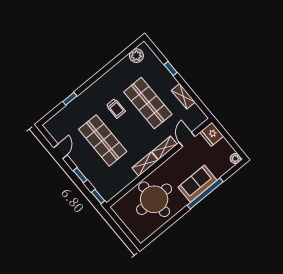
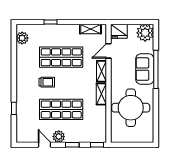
shelving: (183, 96) -> (91, 29), moved
door: (187, 139) -> (109, 51), hinge flipped
plant: (78, 158) -> (59, 137), added
plant: (235, 159) -> (145, 33), width x1.87, depth x1.87

